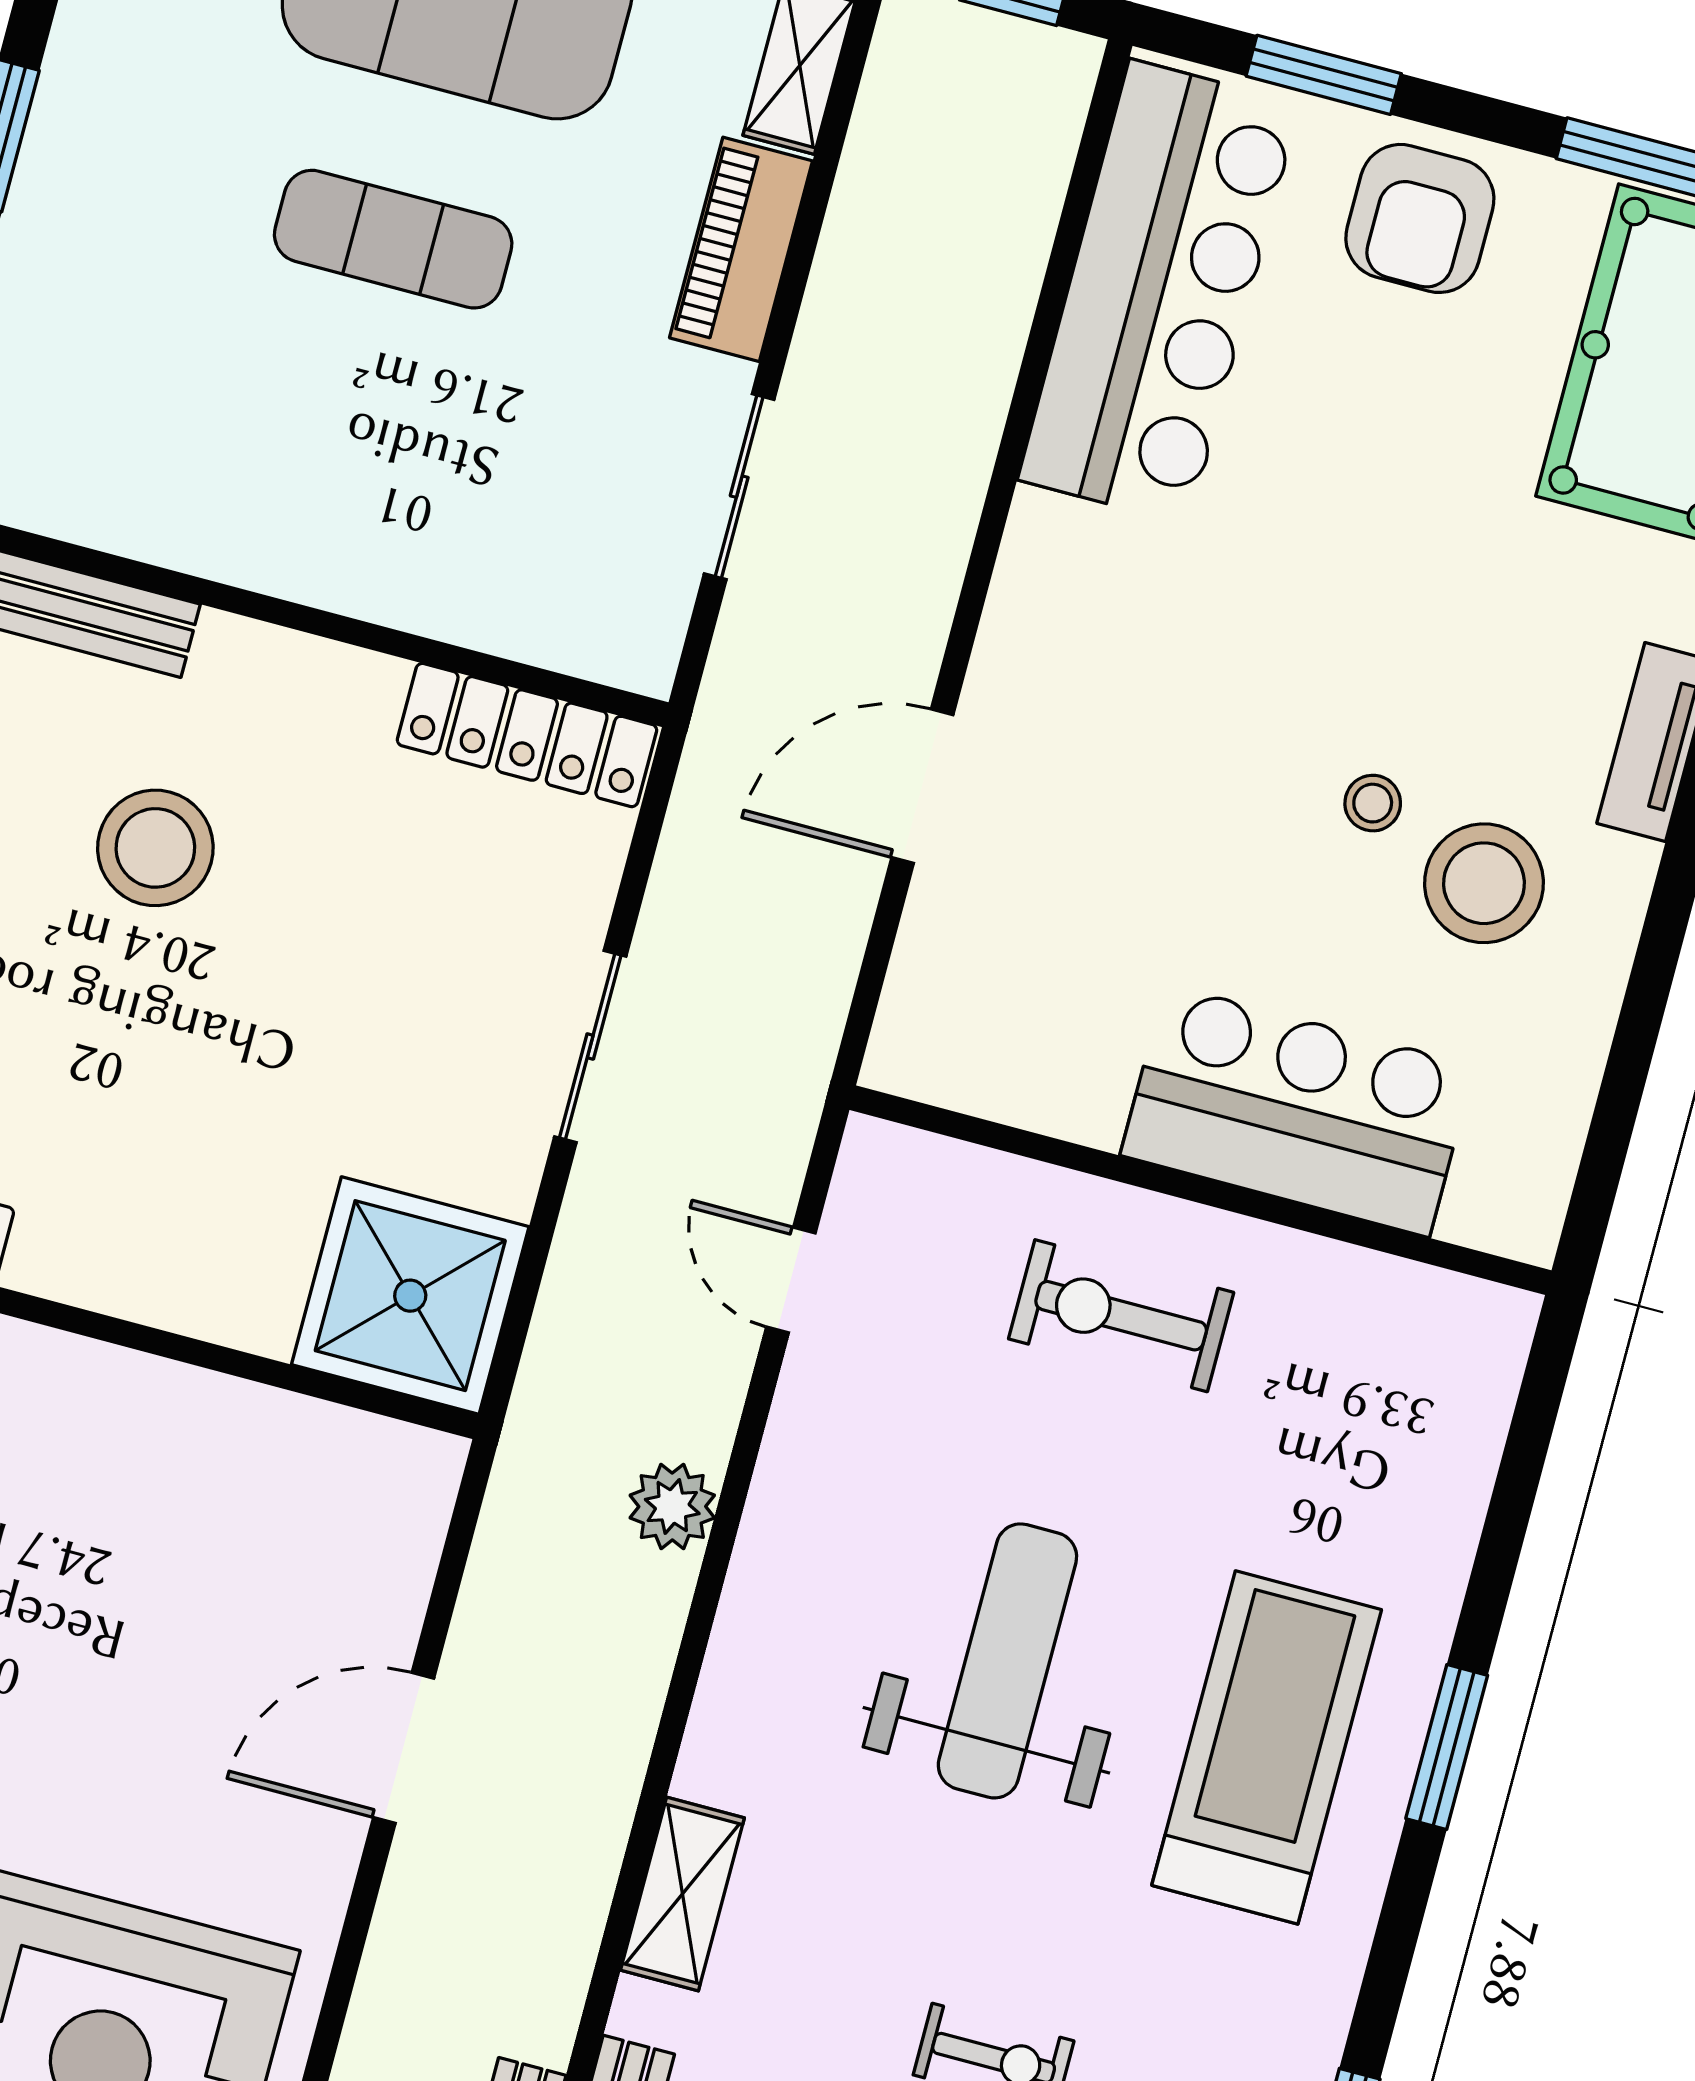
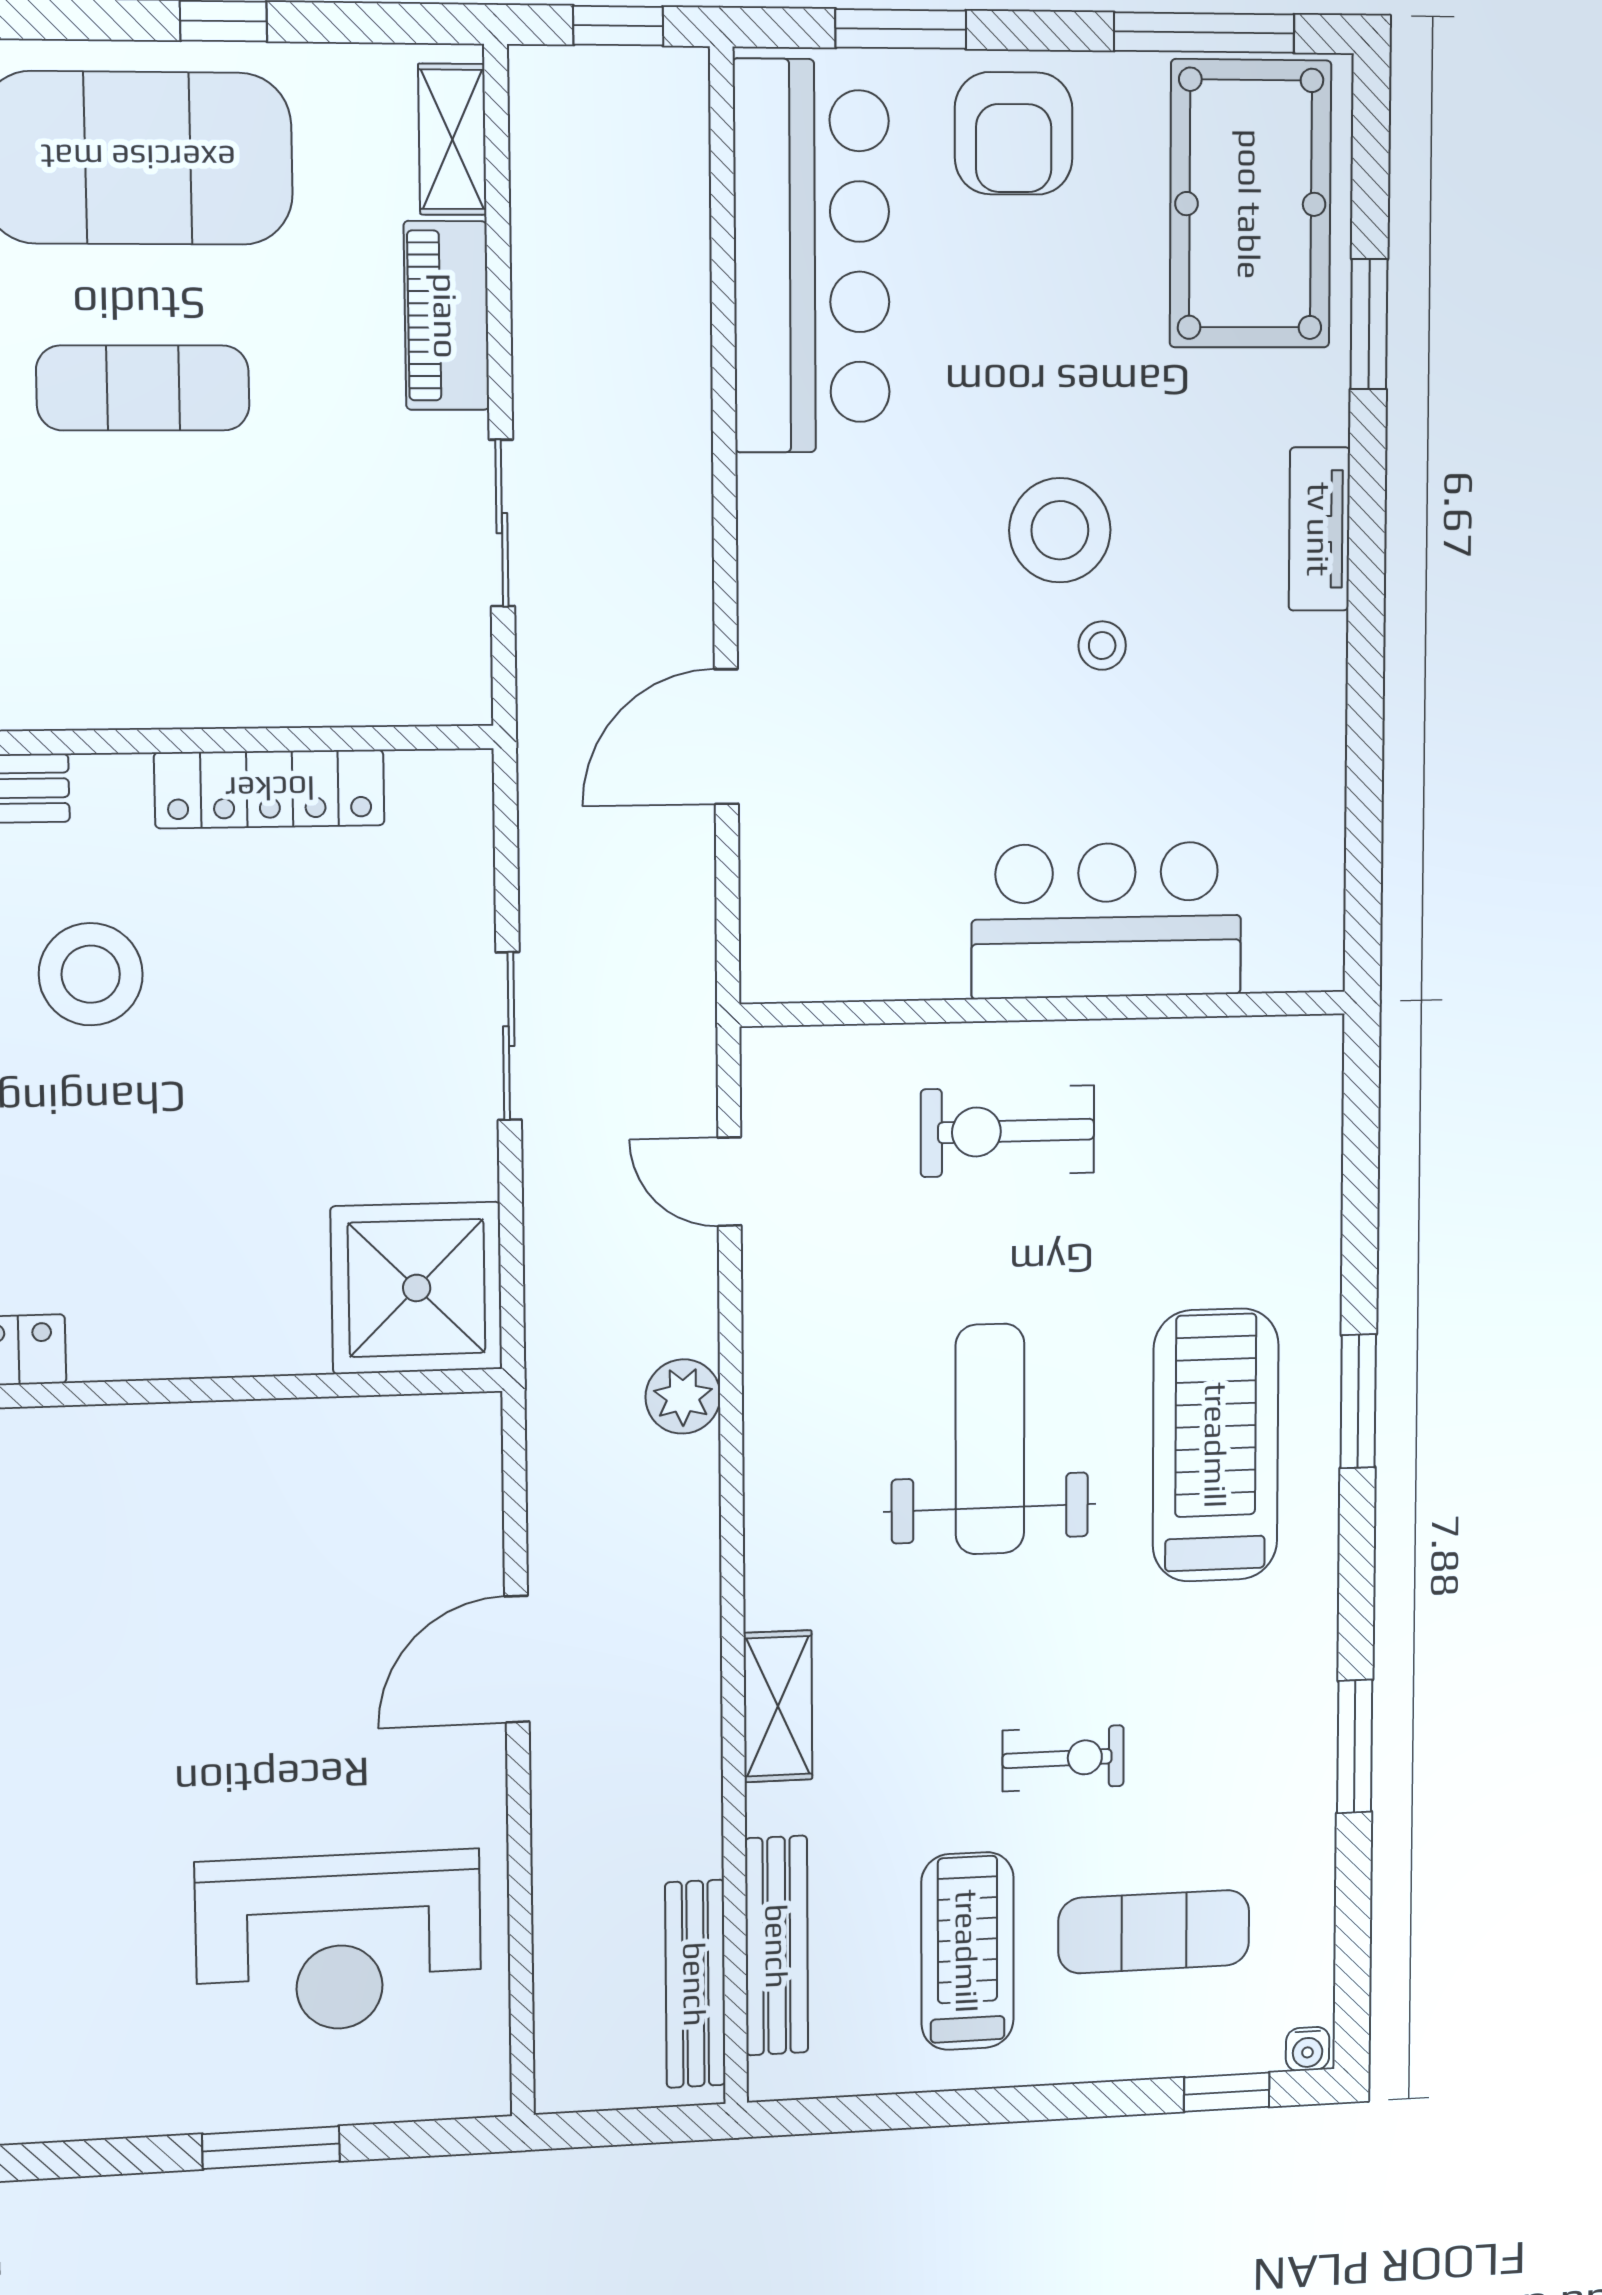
locker: (527, 735) -> (270, 789), moved
stool: (1484, 883) -> (1060, 530), moved

